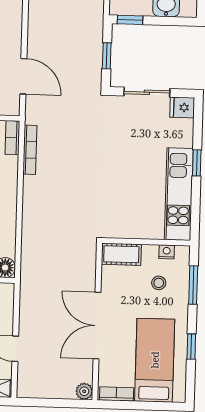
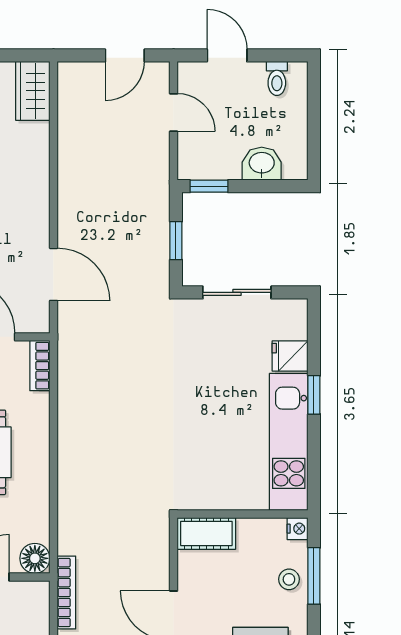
fridge: (182, 107) -> (290, 356), moved
bookcase: (30, 150) -> (66, 593), moved
nightstand: (167, 252) -> (298, 529), moved, turned 90
stool: (159, 283) -> (289, 579), moved

